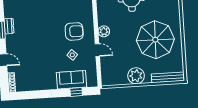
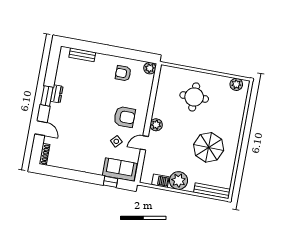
parasol: (155, 40) -> (209, 147), width x0.73, depth x0.73
door: (97, 50) -> (144, 143), swing flipped
sofa: (72, 80) -> (120, 170), moved
barbecue: (120, 80) -> (160, 181), added

